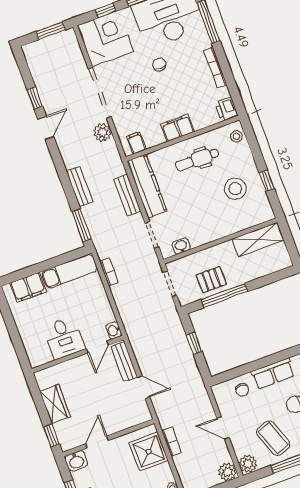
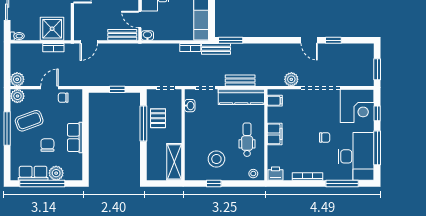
bench: (80, 186) -> (216, 49), moved
door: (144, 387) -> (89, 42), moved
chair: (242, 390) -> (63, 98), moved

